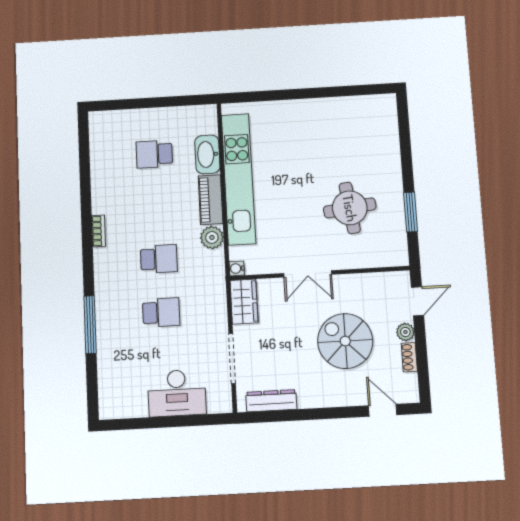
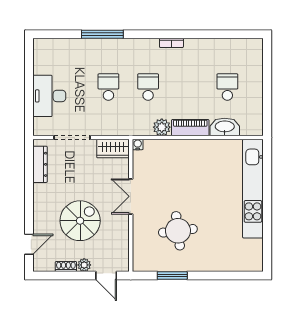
kitchen unit: (238, 179) -> (253, 189), moved, turned 90
school desk: (159, 259) -> (148, 87), turned 180
school desk: (161, 312) -> (108, 87), turned 180

